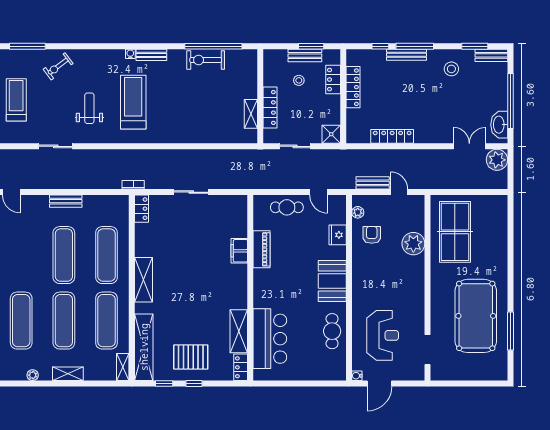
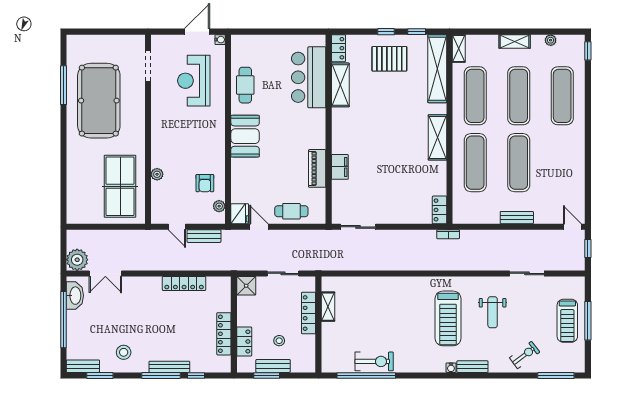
bench: (151, 55) -> (472, 367), moved
sliding door: (191, 192) -> (358, 227), moved
fridge: (338, 235) -> (240, 214), moved
plant: (413, 244) -> (157, 174), width x0.53, depth x0.53

